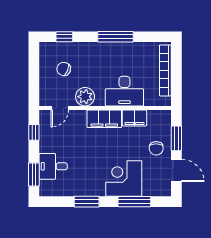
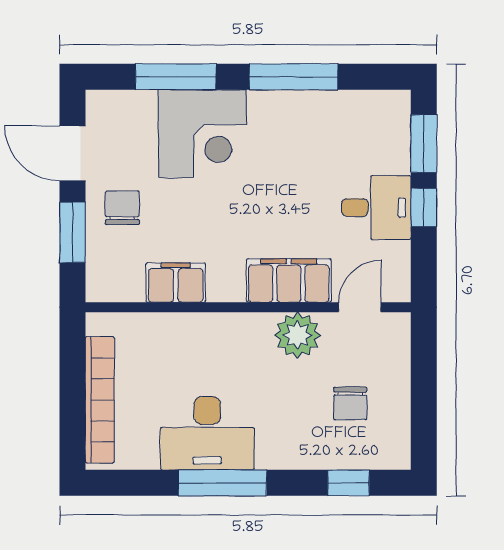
chair: (64, 69) -> (350, 403), turned 67
desk: (124, 91) -> (207, 433), moved, turned 180
filing cabinet: (104, 119) -> (289, 281), moved
window: (34, 132) -> (424, 207), moved
desk: (53, 166) -> (376, 208), moved
window: (87, 202) -> (294, 77), width x1.44

